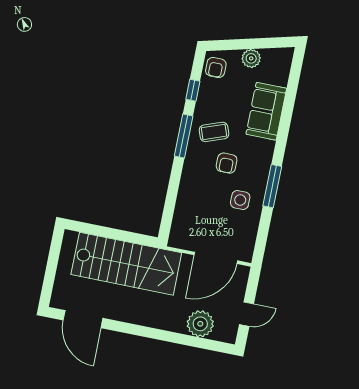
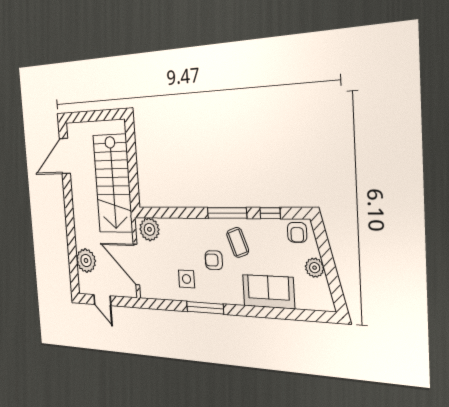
armchair: (216, 67) -> (297, 232), turned -90
plant: (182, 231) -> (149, 229), added

